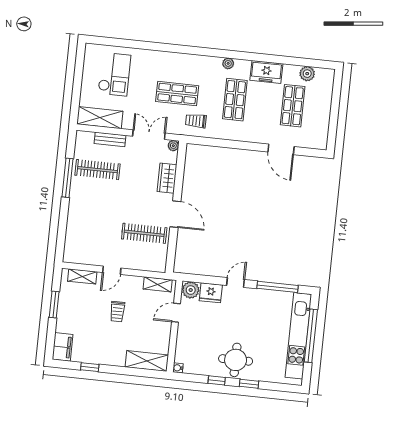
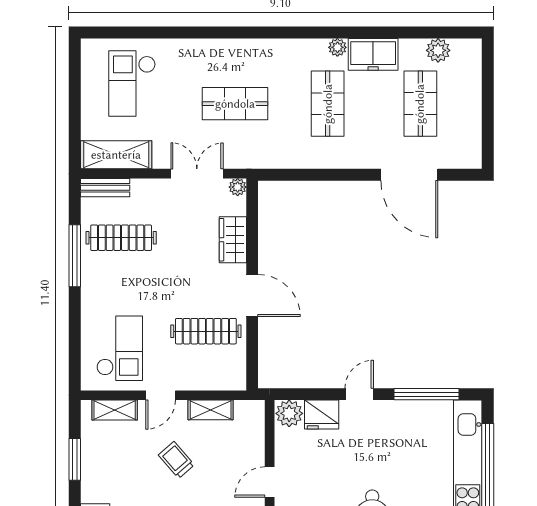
plant: (228, 63) -> (337, 47), moved
checkout: (114, 74) -> (132, 83), turned 180
trolley: (196, 121) -> (269, 144), removed
bench: (110, 139) -> (105, 188), moved
door: (281, 149) -> (409, 175), width x1.36
checkout: (89, 238) -> (120, 348), added
shelving: (158, 284) -> (211, 410), moved
trolley: (117, 312) -> (176, 460), turned 139
door: (176, 313) -> (270, 482), moved

